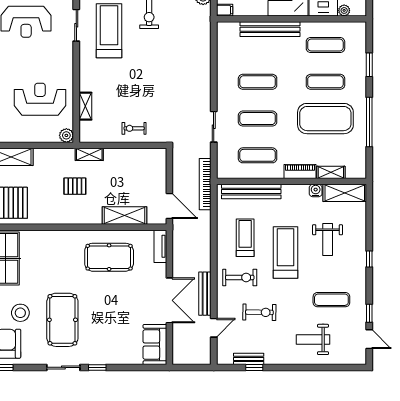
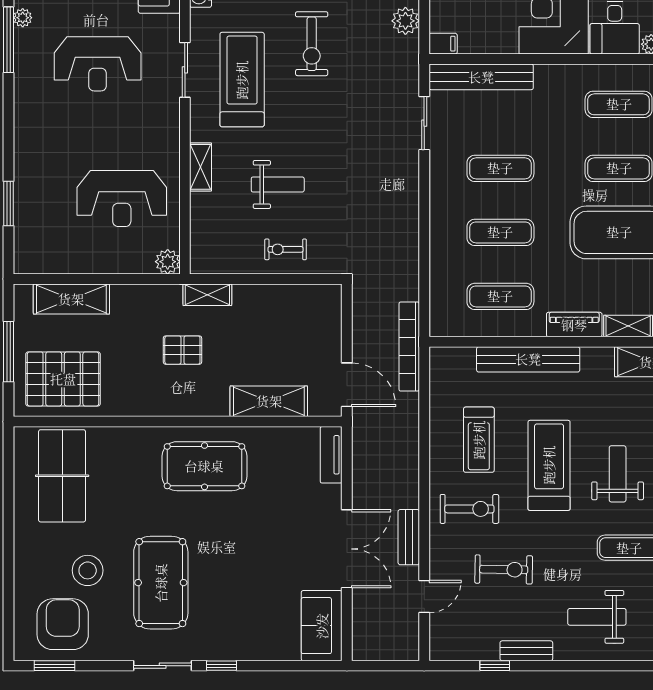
bench: (270, 29) -> (481, 77), moved
weight bench: (130, 91) -> (278, 184), added
reception desk: (40, 99) -> (122, 199), turned 180
shelving: (85, 106) -> (201, 167), moved
sliding door: (214, 127) -> (424, 123), moved
water cooler: (316, 191) -> (602, 358), removed
bench: (251, 192) -> (528, 359), moved
treadmill: (245, 238) -> (479, 440), turned 180
weight bench: (328, 239) -> (618, 474), moved, turned 180
pool table: (109, 257) -> (204, 466), moved
bench: (205, 294) -> (409, 537), width x0.73
bench: (249, 359) -> (526, 651), moved

